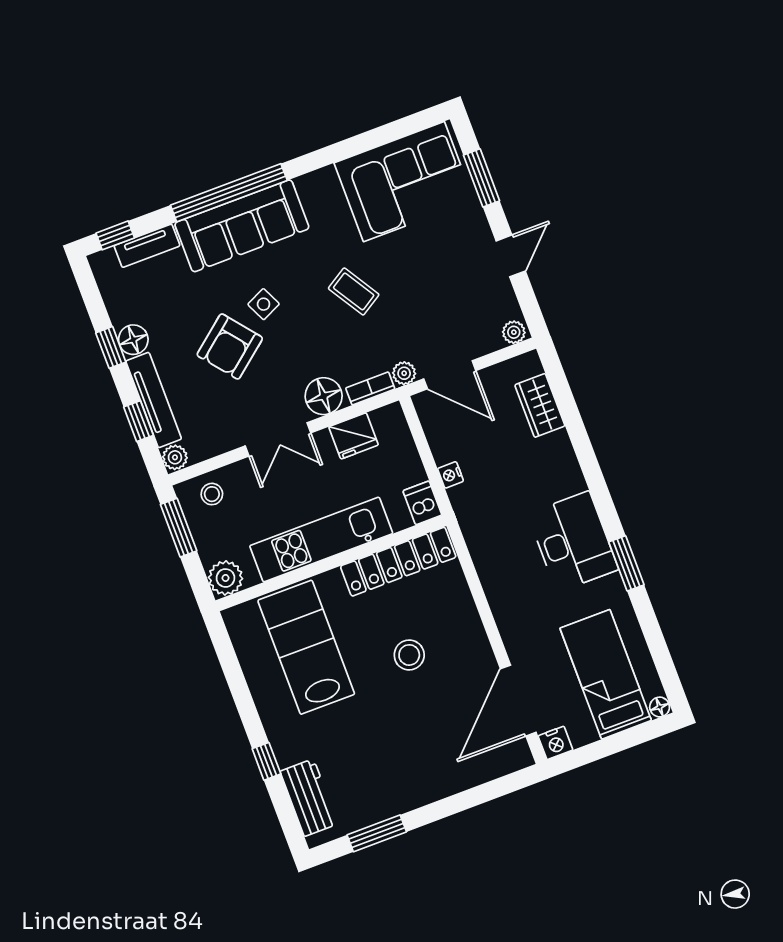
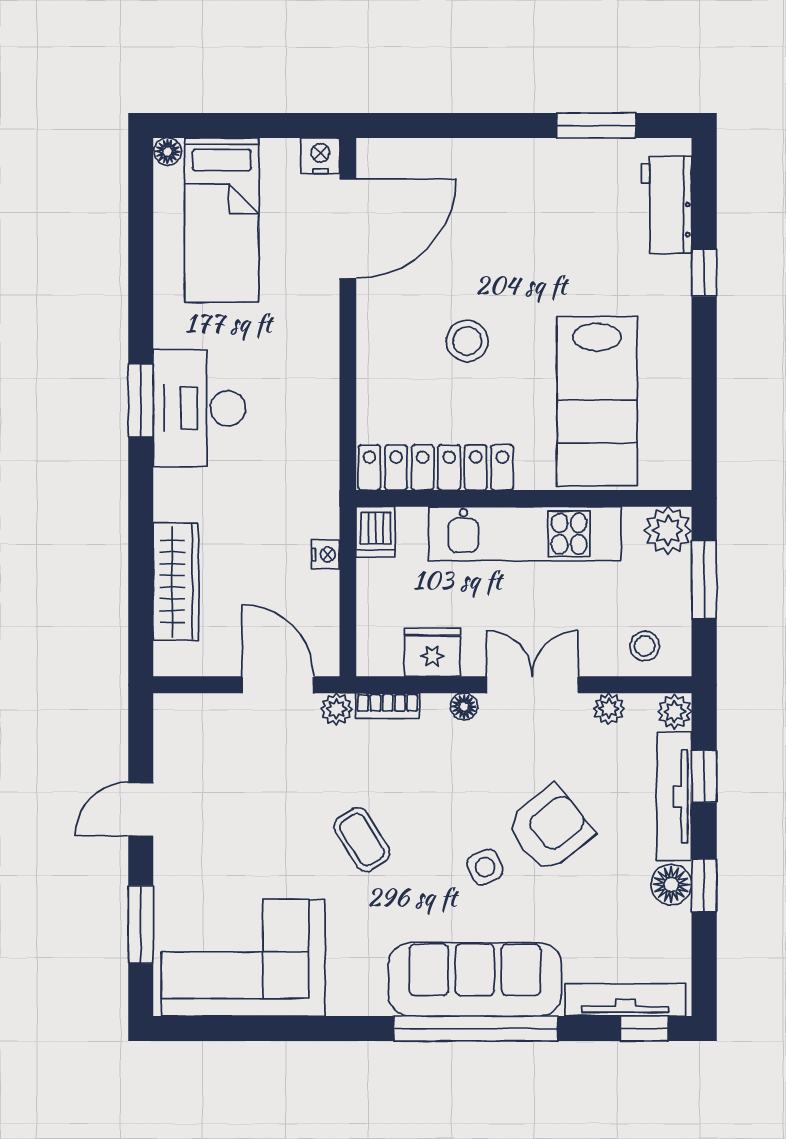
tv unit: (147, 246) -> (625, 1000), width x1.41
plant: (514, 332) -> (609, 709), moved
floor lamp: (324, 396) -> (464, 707), width x0.53, depth x0.53
wardrobe: (540, 405) -> (176, 581), width x1.50
window: (179, 528) -> (704, 580), moved
window: (626, 563) -> (141, 400), moved

